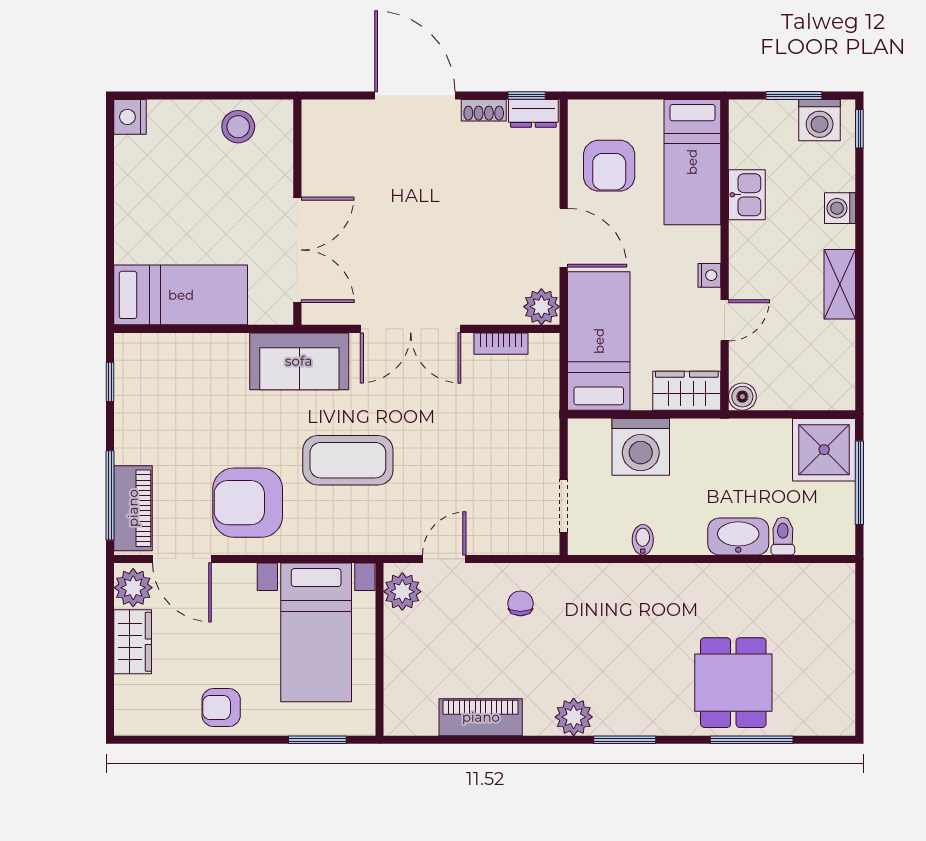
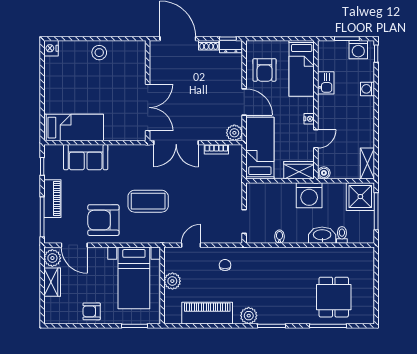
wall: (297, 212) -> (148, 91), moved
double door: (297, 250) -> (148, 107), moved
shelving: (840, 284) -> (367, 163), moved
sofa: (299, 361) -> (86, 157), moved
washing machine: (641, 447) -> (309, 195), moved
piano: (133, 508) -> (52, 199), moved
plant: (402, 592) -> (172, 281), moved
dining table: (733, 683) -> (334, 297), moved
piano: (481, 717) -> (207, 313), width x1.37, depth x1.33

